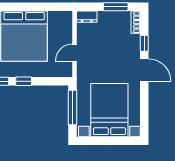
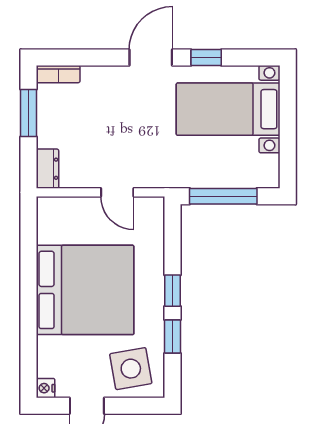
window: (144, 43) -> (206, 58), moved
bed with nightstands: (109, 110) -> (228, 109), width x0.73

